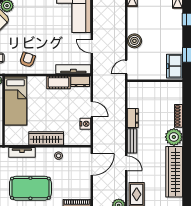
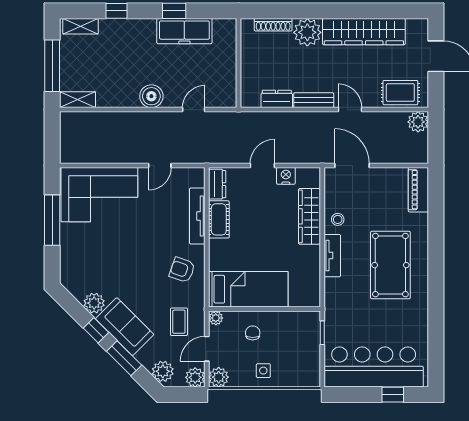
freezer: (175, 66) -> (184, 31), width x1.40
door: (126, 67) -> (194, 110), swing flipped
tv unit: (73, 69) -> (197, 216), moved
wall: (155, 81) -> (238, 63), moved
wardrobe: (46, 138) -> (310, 216), moved
tv unit: (22, 152) -> (332, 256), moved
door: (126, 163) -> (350, 110), hinge flipped

